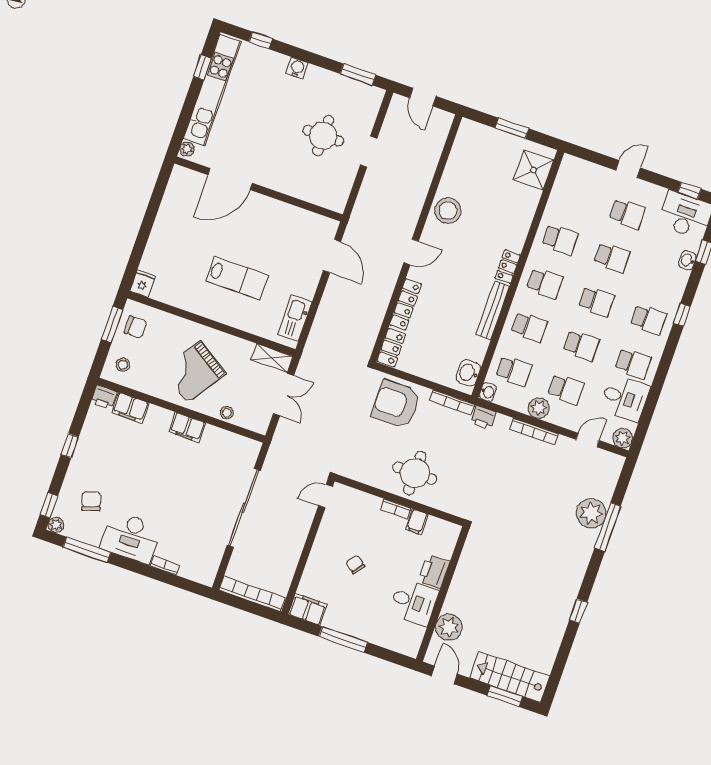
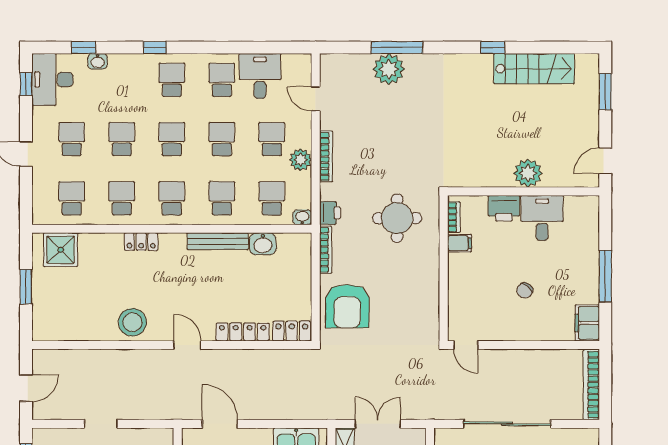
school desk: (575, 196) -> (72, 198), added
door: (332, 256) -> (220, 424), hinge flipped
locker: (508, 267) -> (141, 242), moved
washbasin: (468, 373) -> (263, 244), moved
plant: (623, 438) -> (301, 64), removed
round table: (415, 473) -> (397, 218), moved
bookcase: (396, 509) -> (454, 217), moved
plant: (449, 627) -> (528, 173), moved
stairs: (510, 677) -> (534, 69), moved, turned -90

